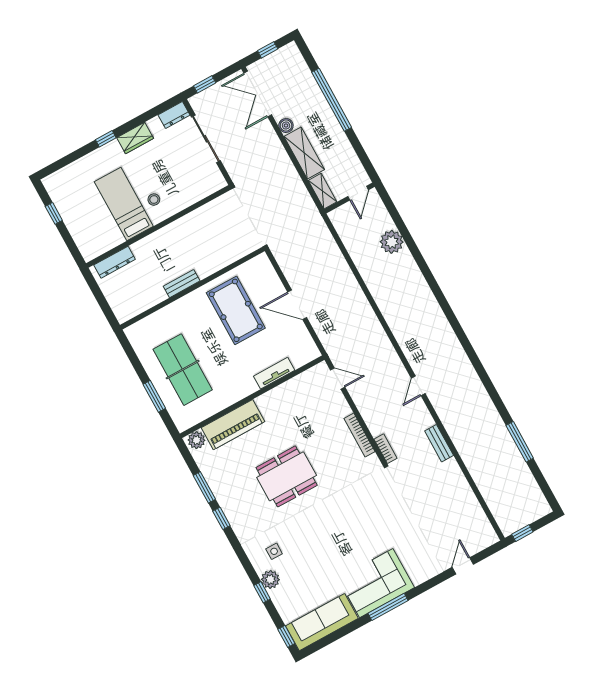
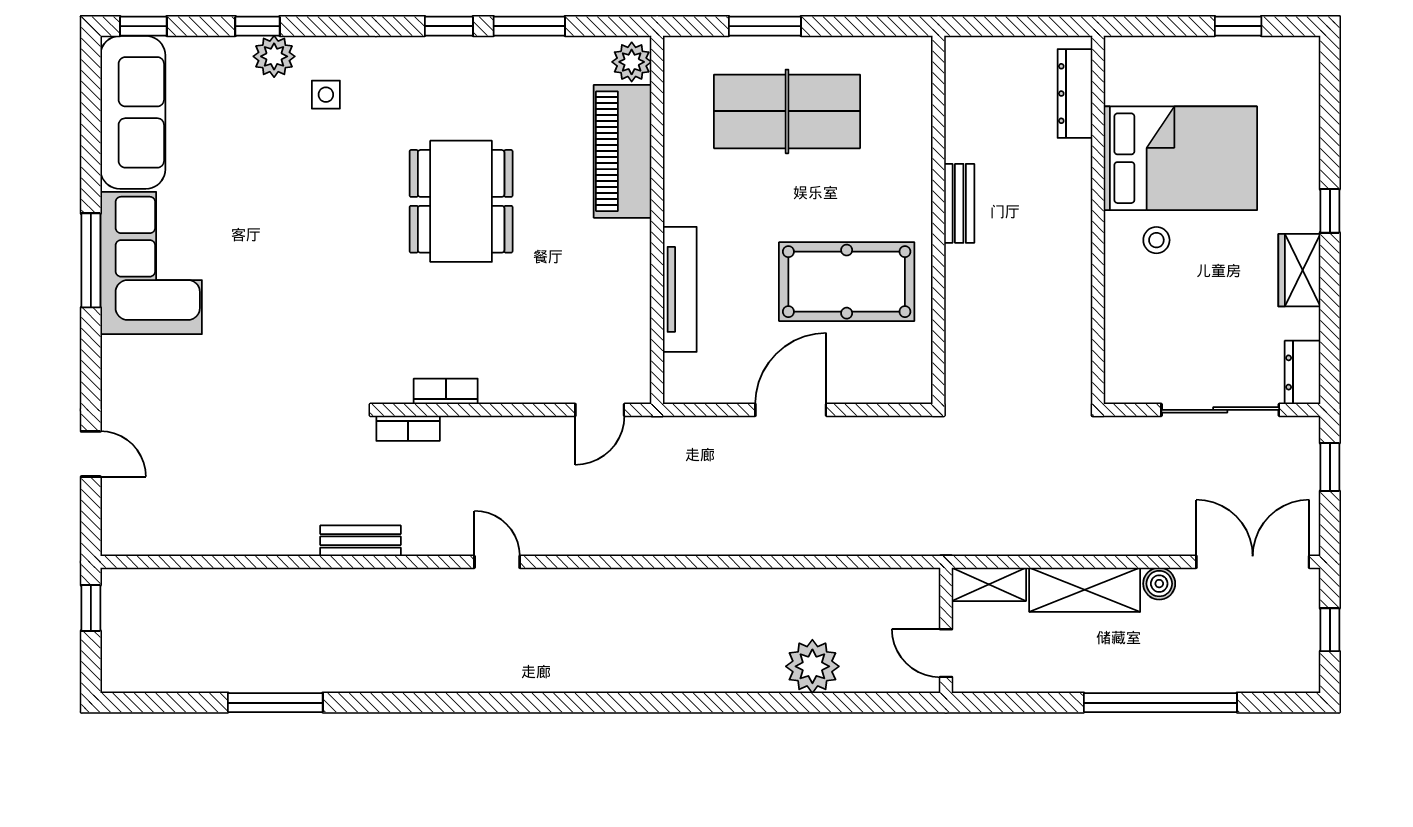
bed: (124, 204) -> (1180, 158), width x1.50
tv unit: (274, 373) -> (680, 289), width x1.41
bookcase: (359, 435) -> (446, 391), width x0.64

